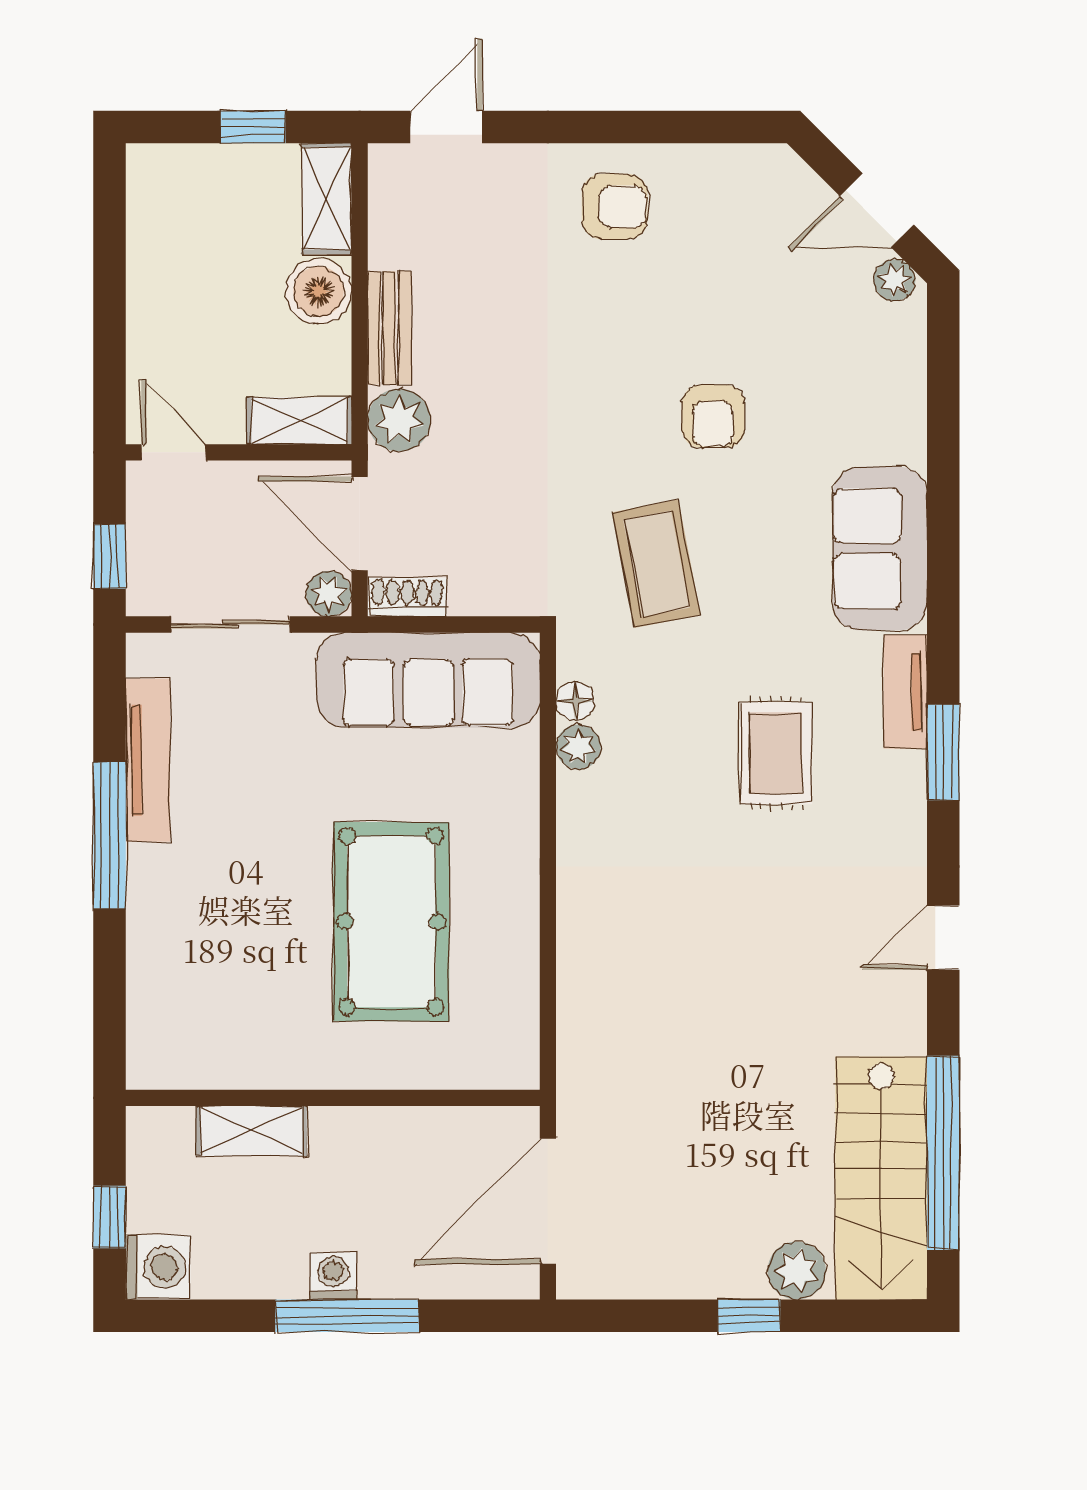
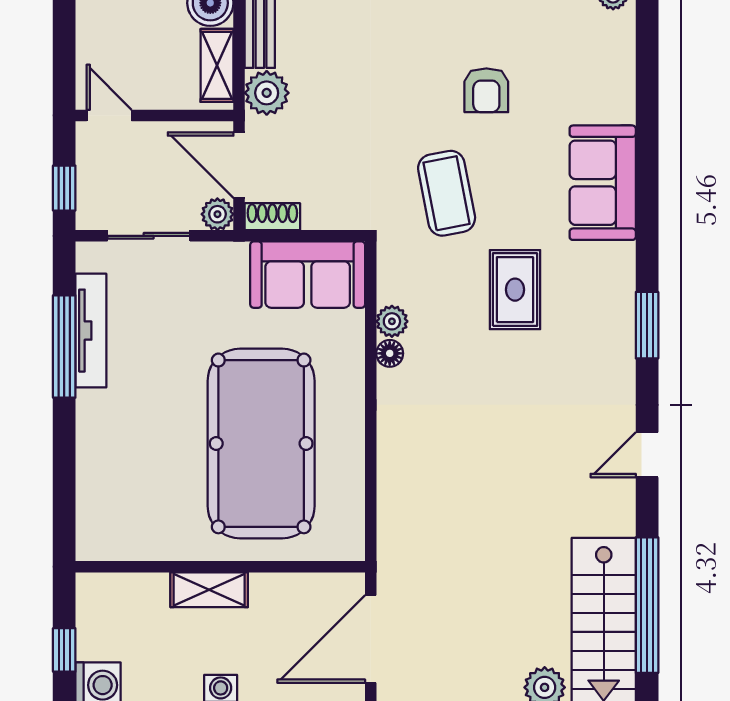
shelving: (299, 421) -> (217, 65), moved, turned 90
sofa: (428, 680) -> (308, 275), width x0.73
tv unit: (905, 692) -> (621, 283), removed
floor lamp: (575, 701) -> (390, 353), moved
rug: (776, 753) -> (515, 290), moved
window: (109, 835) -> (64, 346), moved
pool table: (391, 922) -> (261, 443), width x1.36, depth x1.32
shelving: (251, 1131) -> (209, 590), moved

